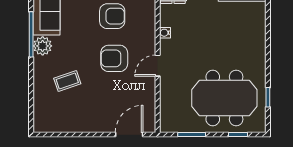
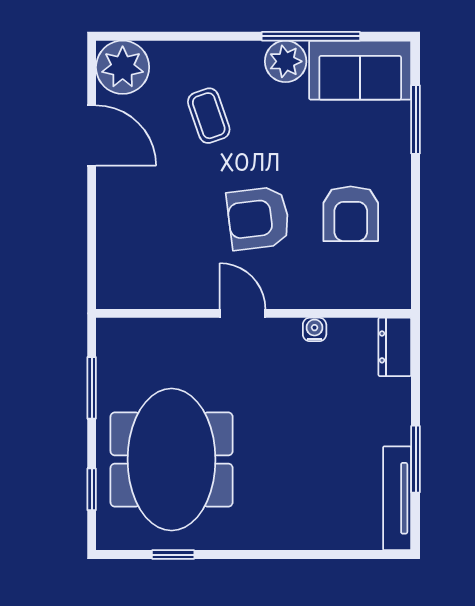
armchair: (114, 58) -> (258, 218), turned -97
plant: (45, 120) -> (123, 67), added
door: (129, 135) -> (92, 135), moved

